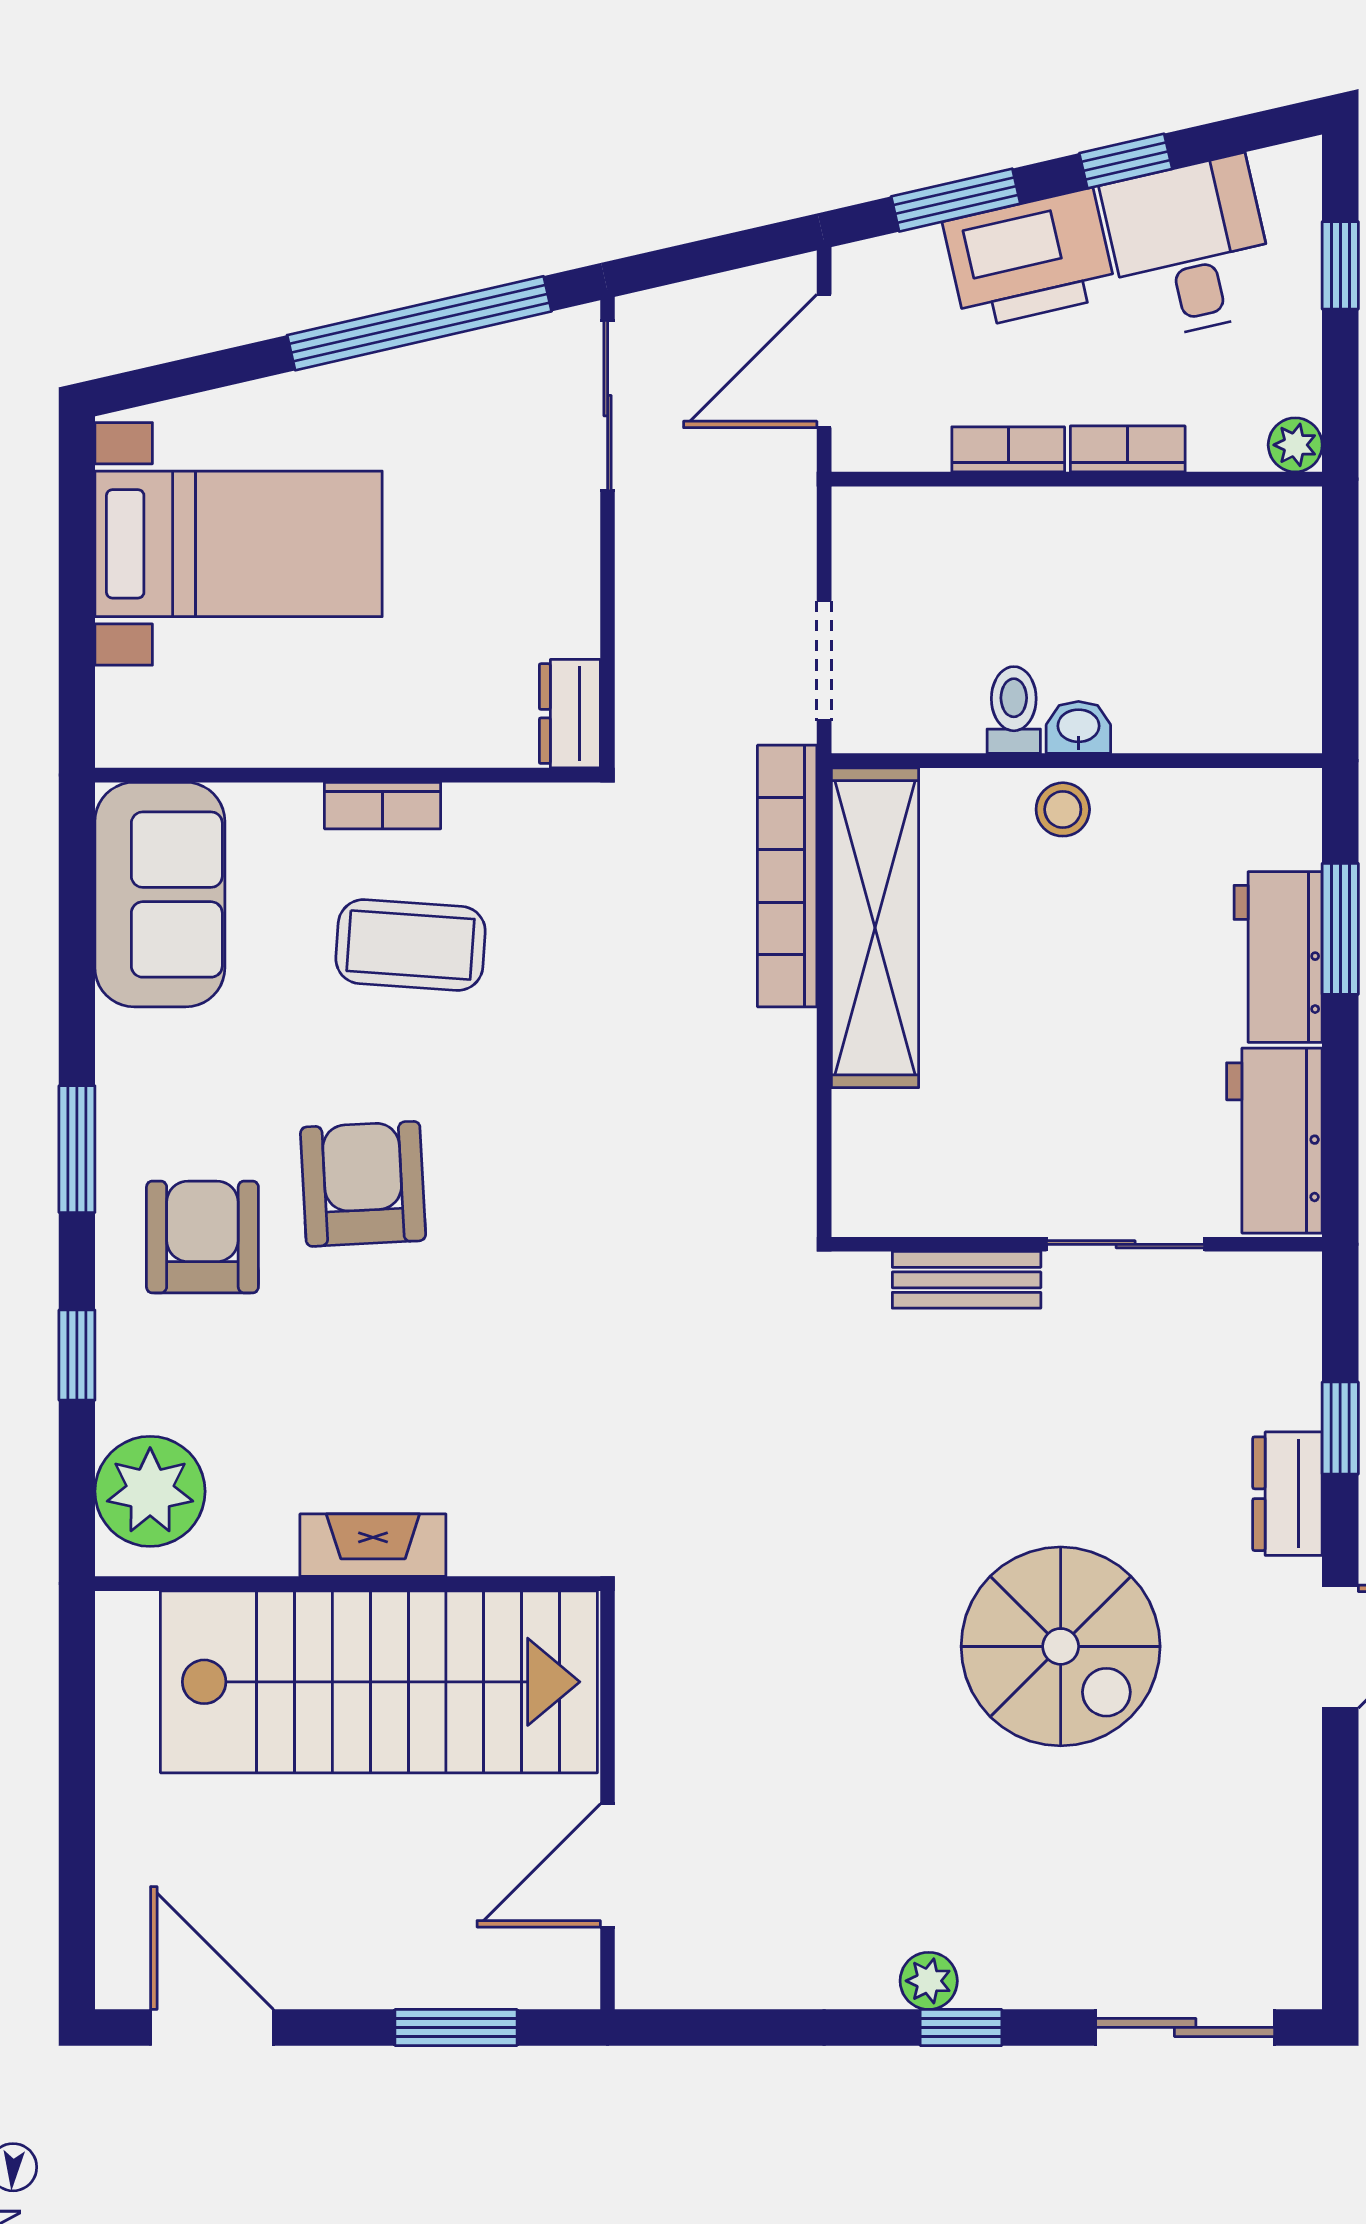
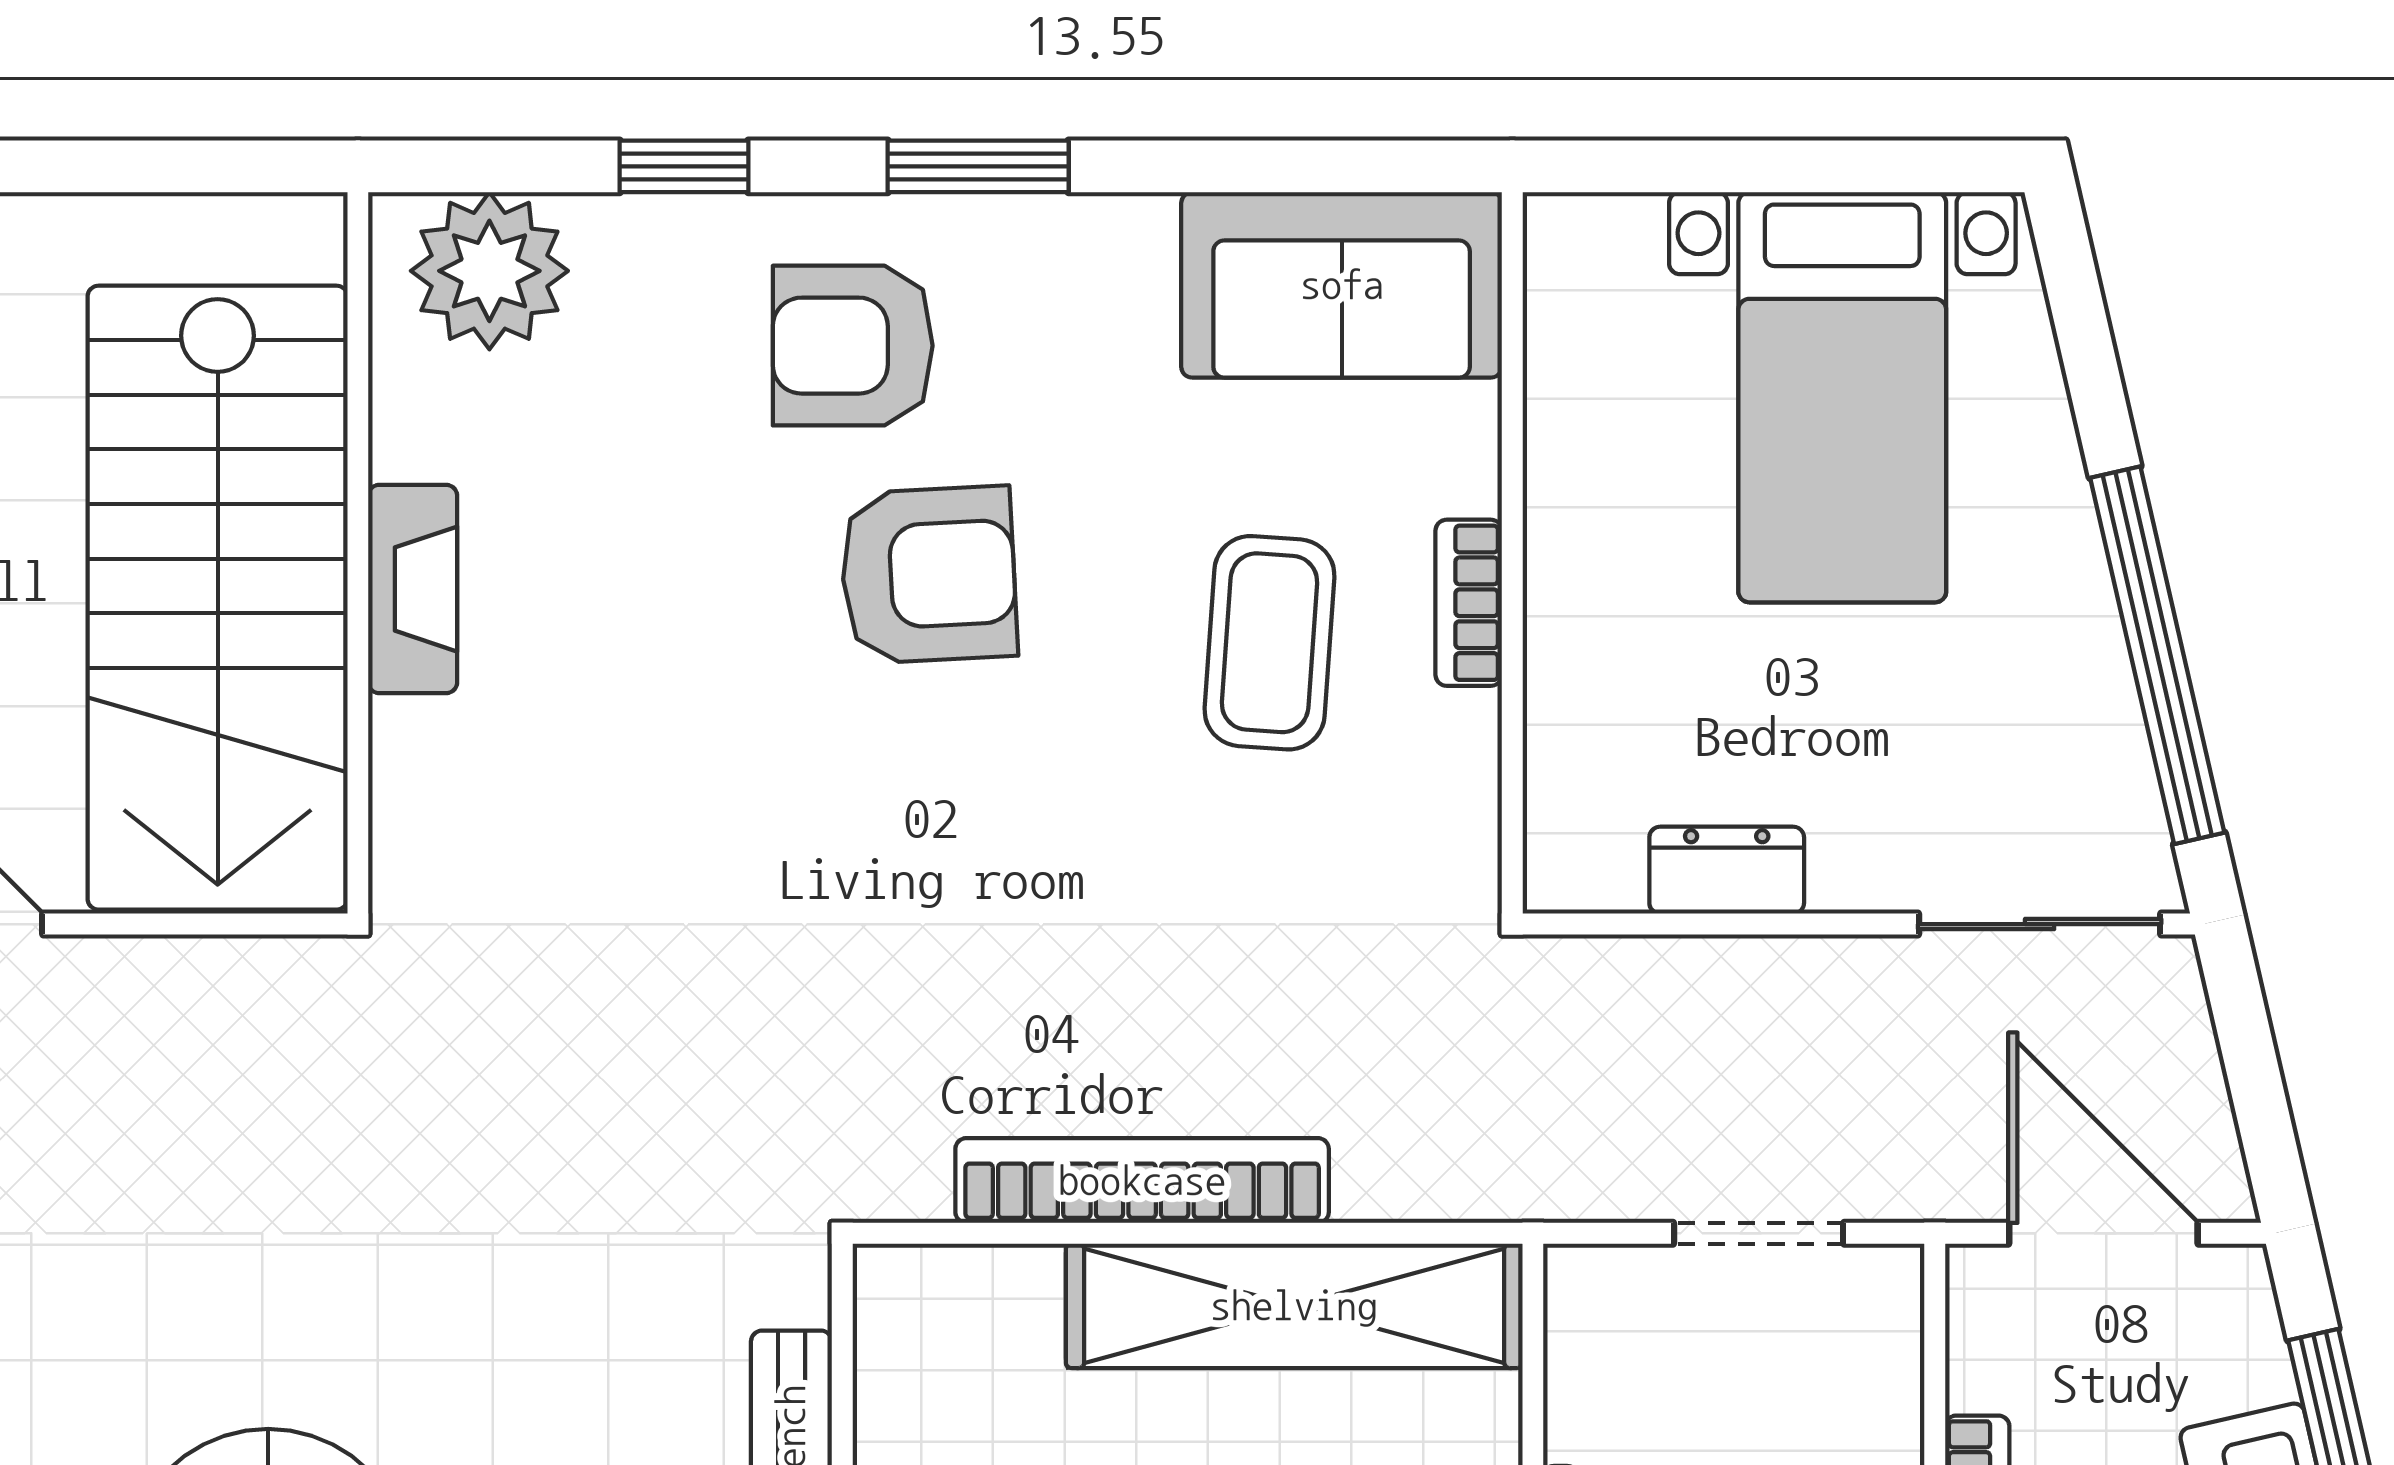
doorway: (824, 661) -> (1759, 1233), moved
dresser: (570, 714) -> (1727, 870), moved
bookcase: (787, 876) -> (1142, 1181), moved
armchair: (202, 1237) -> (853, 346), turned 180

